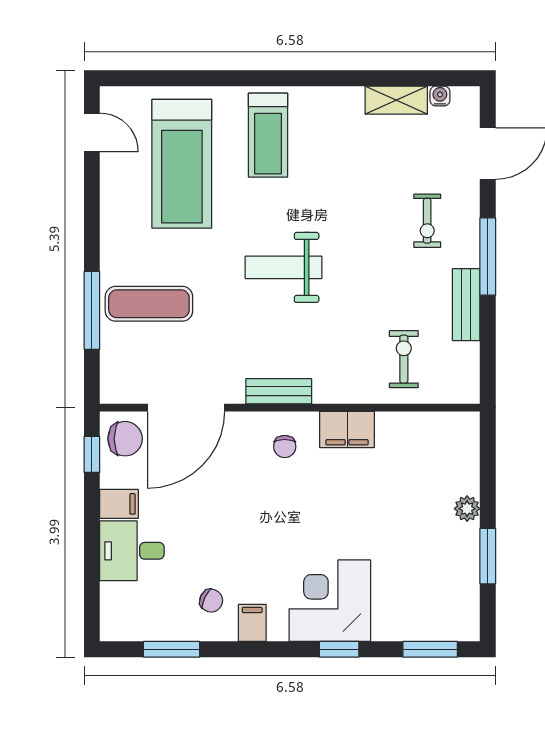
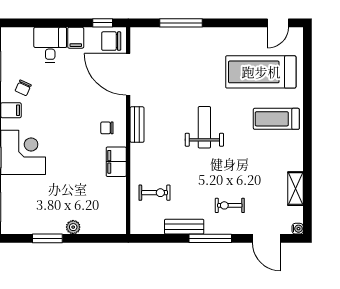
water cooler: (440, 96) -> (298, 229), moved
exercise mat: (149, 304) -> (185, 54), removed
chair: (125, 439) -> (111, 41), turned 90

